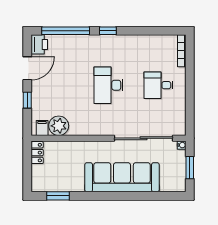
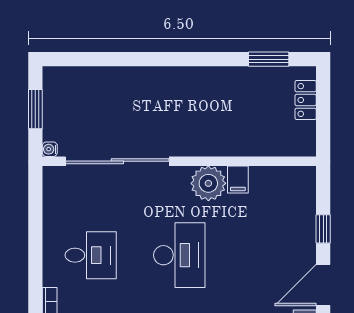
plant: (59, 126) -> (208, 183), moved
filing cabinet: (42, 128) -> (238, 179), moved
locker: (37, 153) -> (306, 100), moved
sofa: (122, 177) -> (155, 92), removed

